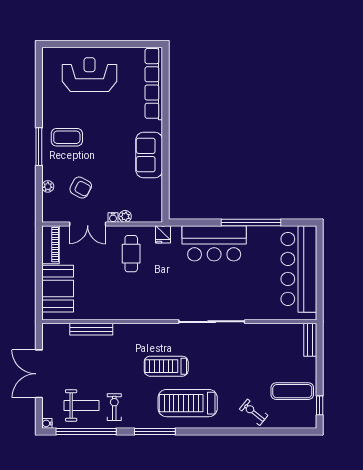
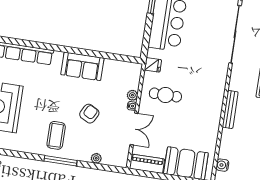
armchair: (81, 188) -> (89, 114), moved
bench: (91, 329) -> (230, 110), moved
water cooler: (62, 330) -> (222, 165), added

